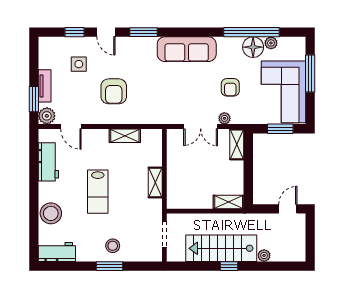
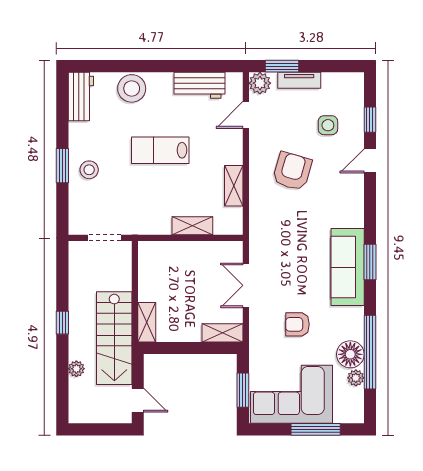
window: (143, 32) -> (370, 262), moved
armchair: (114, 91) -> (292, 171), turned 106
plant: (224, 118) -> (257, 317), removed
shelving: (155, 183) -> (192, 226), moved
stairs: (221, 248) -> (114, 338), moved, turned 180

